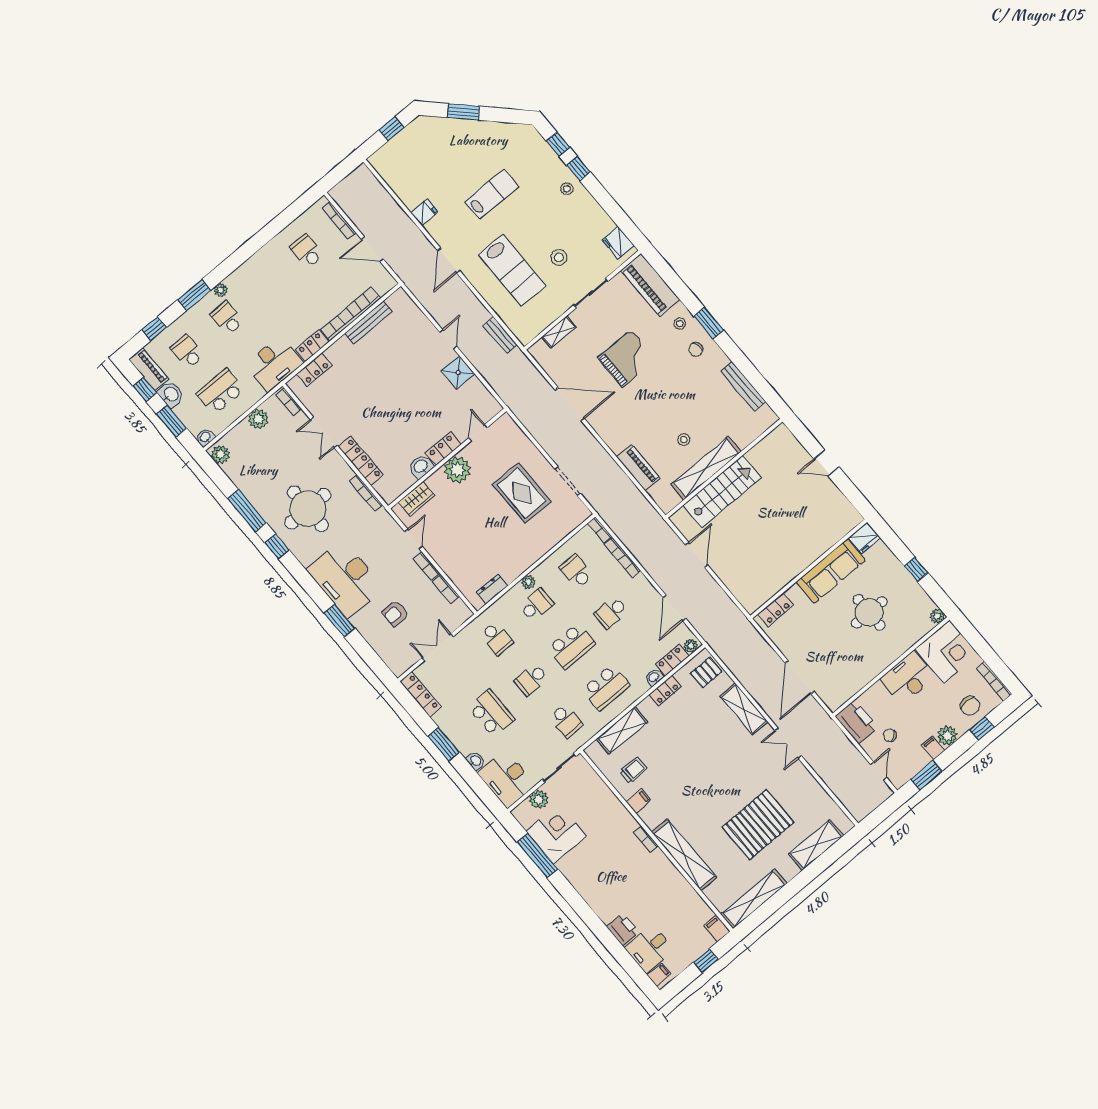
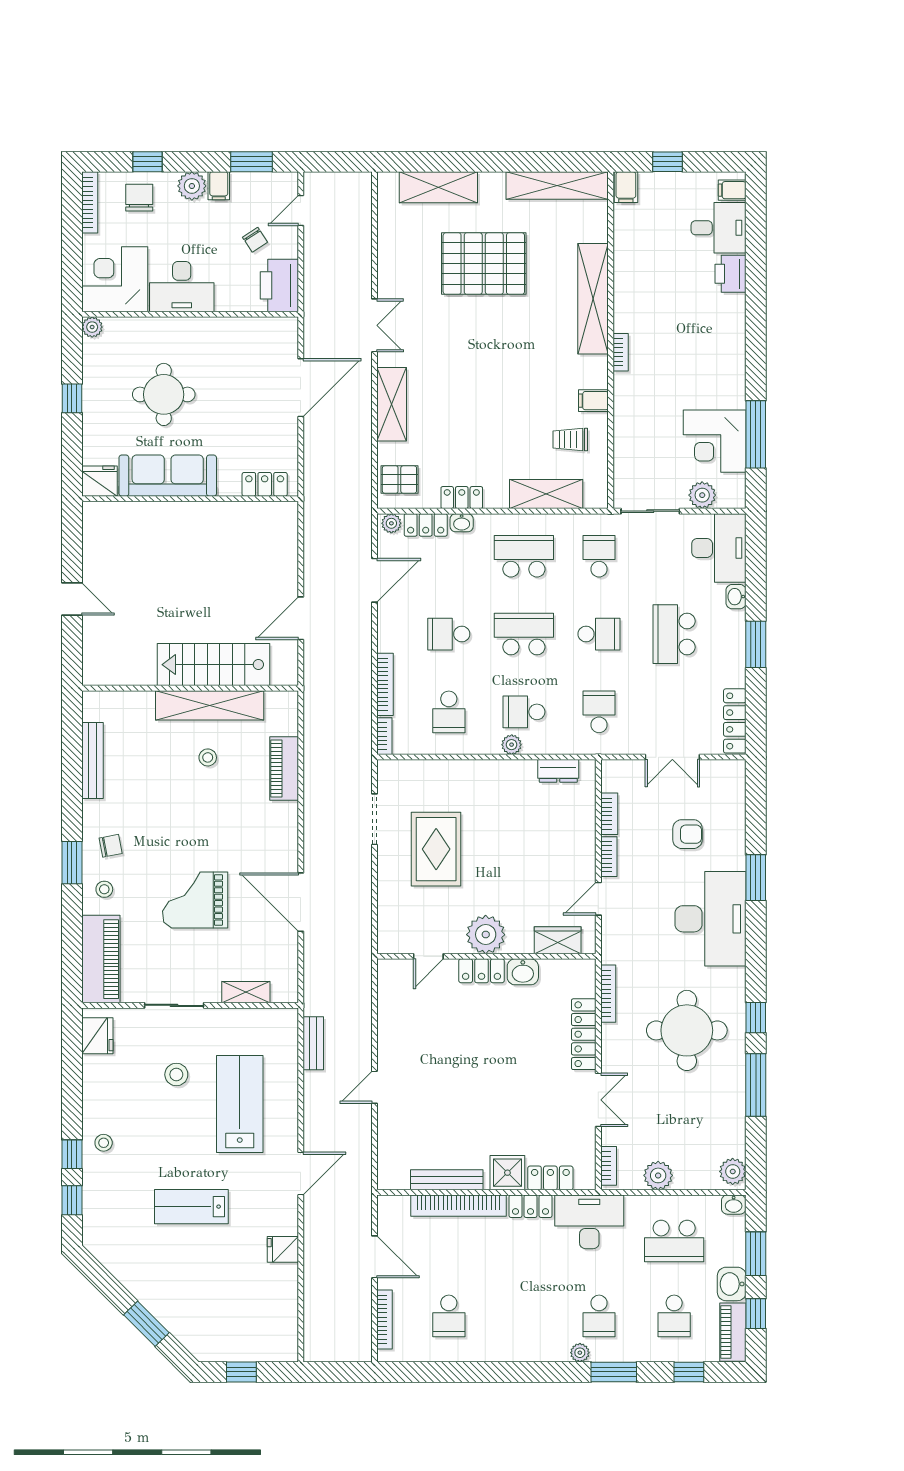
shower: (458, 372) -> (507, 1173), moved
school desk: (611, 613) -> (449, 634), turned 180

